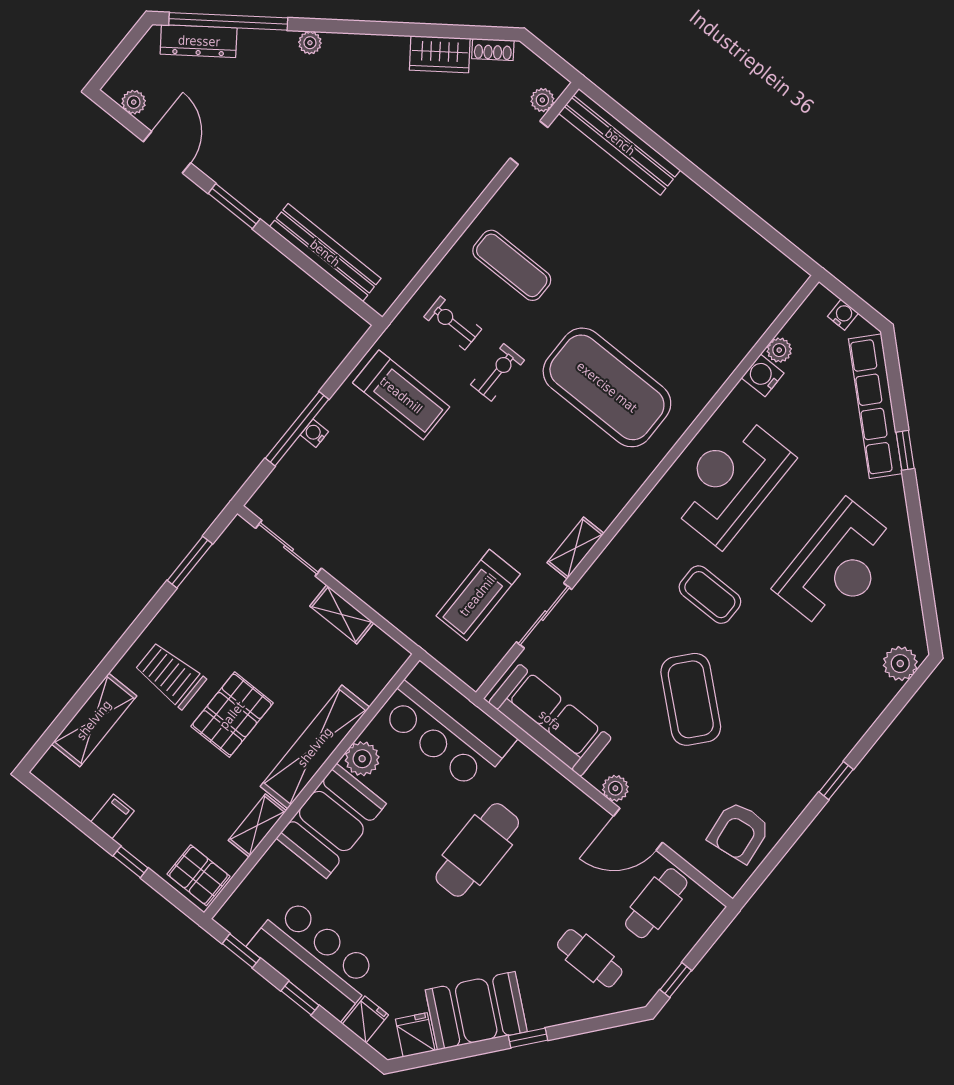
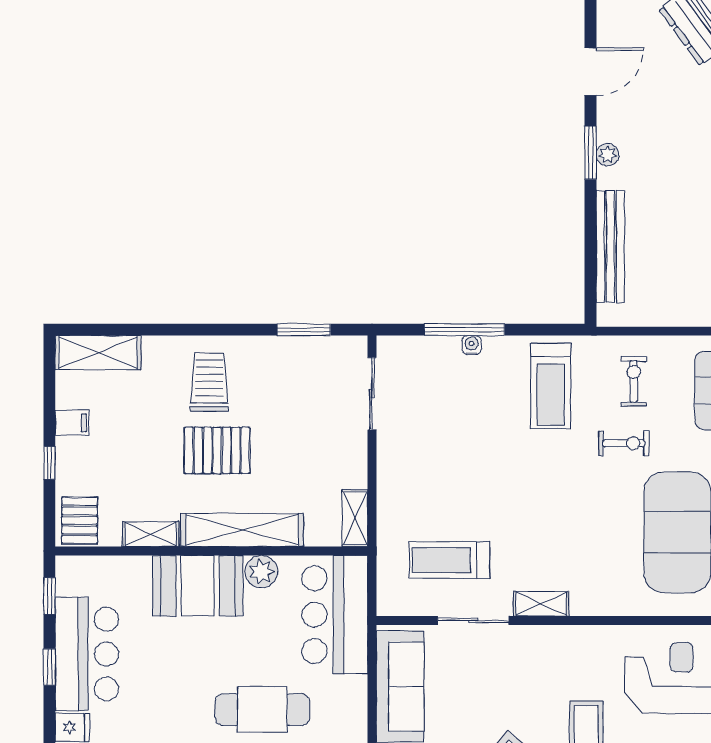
plant: (134, 102) -> (608, 155), moved
shelving: (342, 614) -> (355, 518), moved
shelving: (94, 720) -> (98, 353), moved

